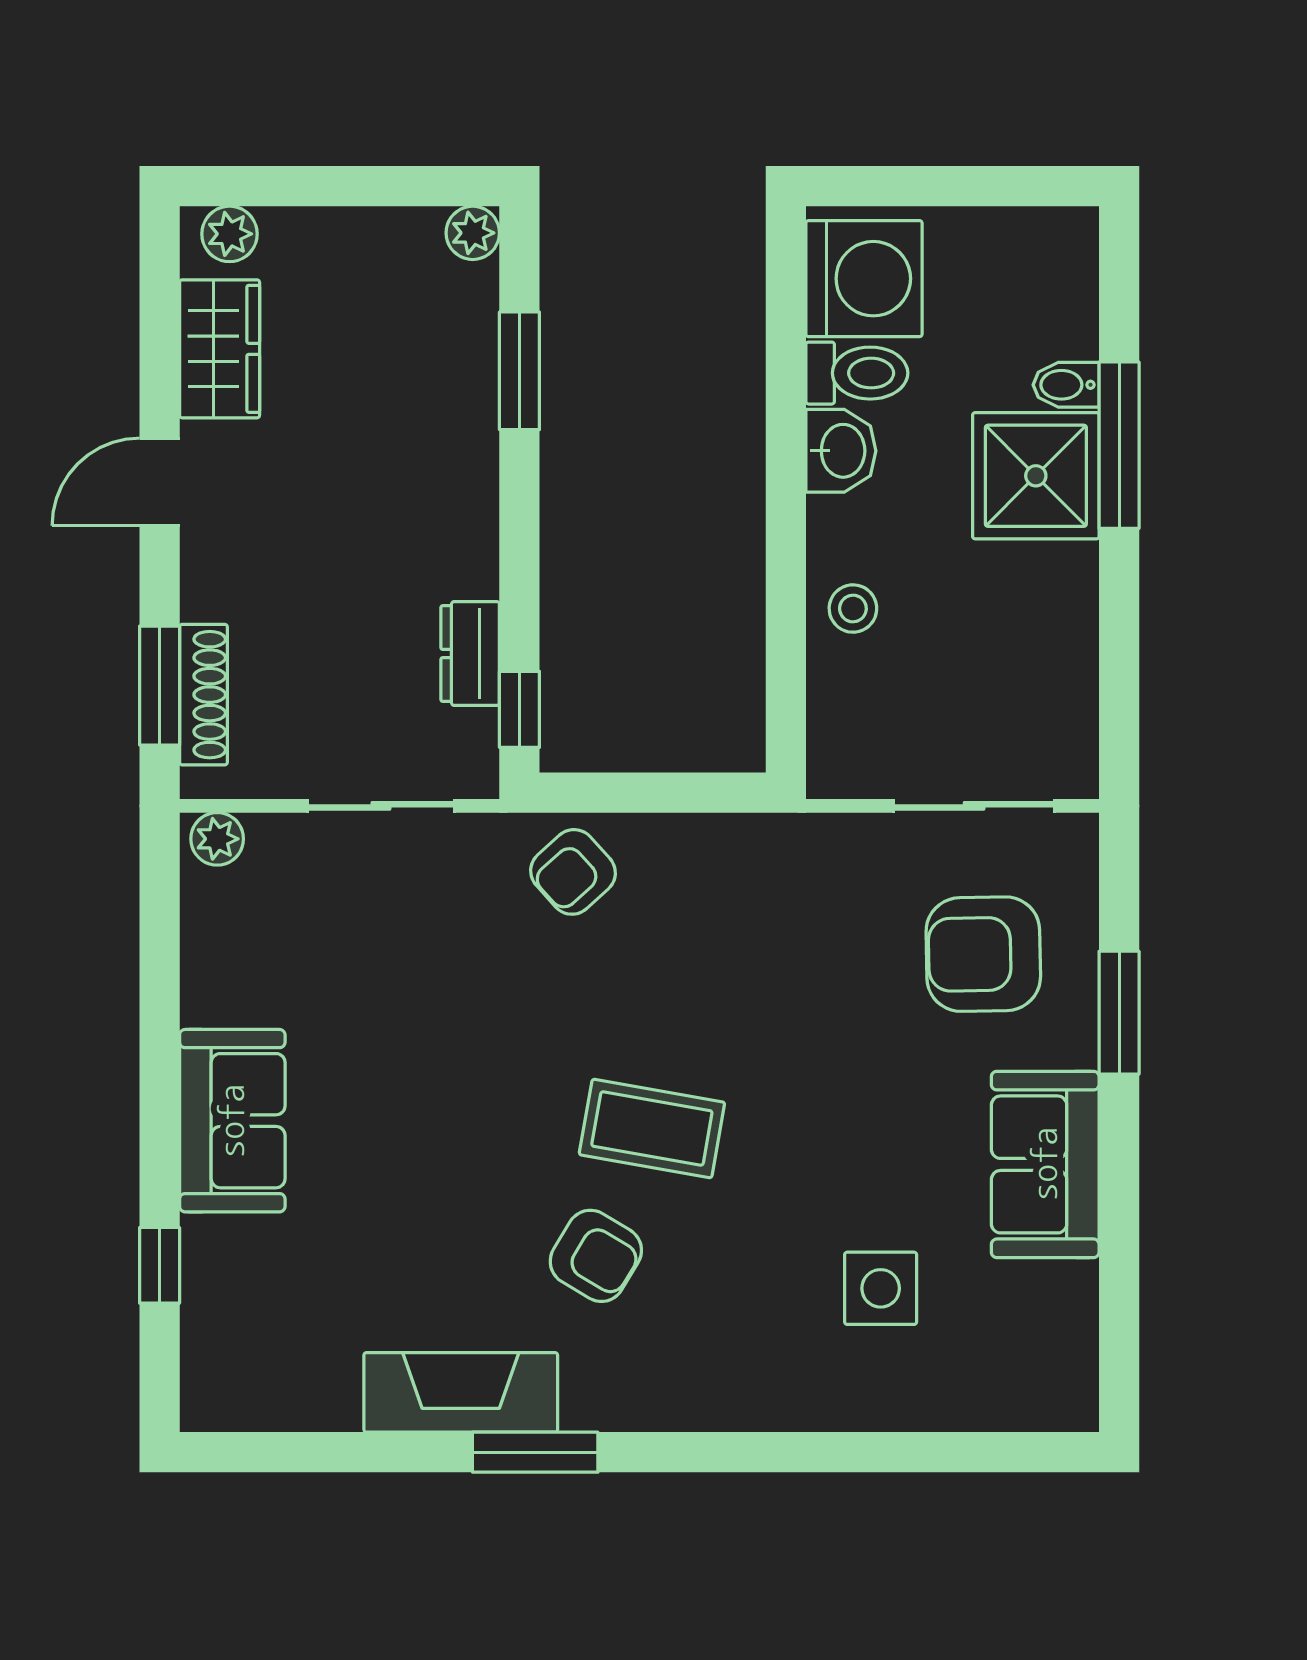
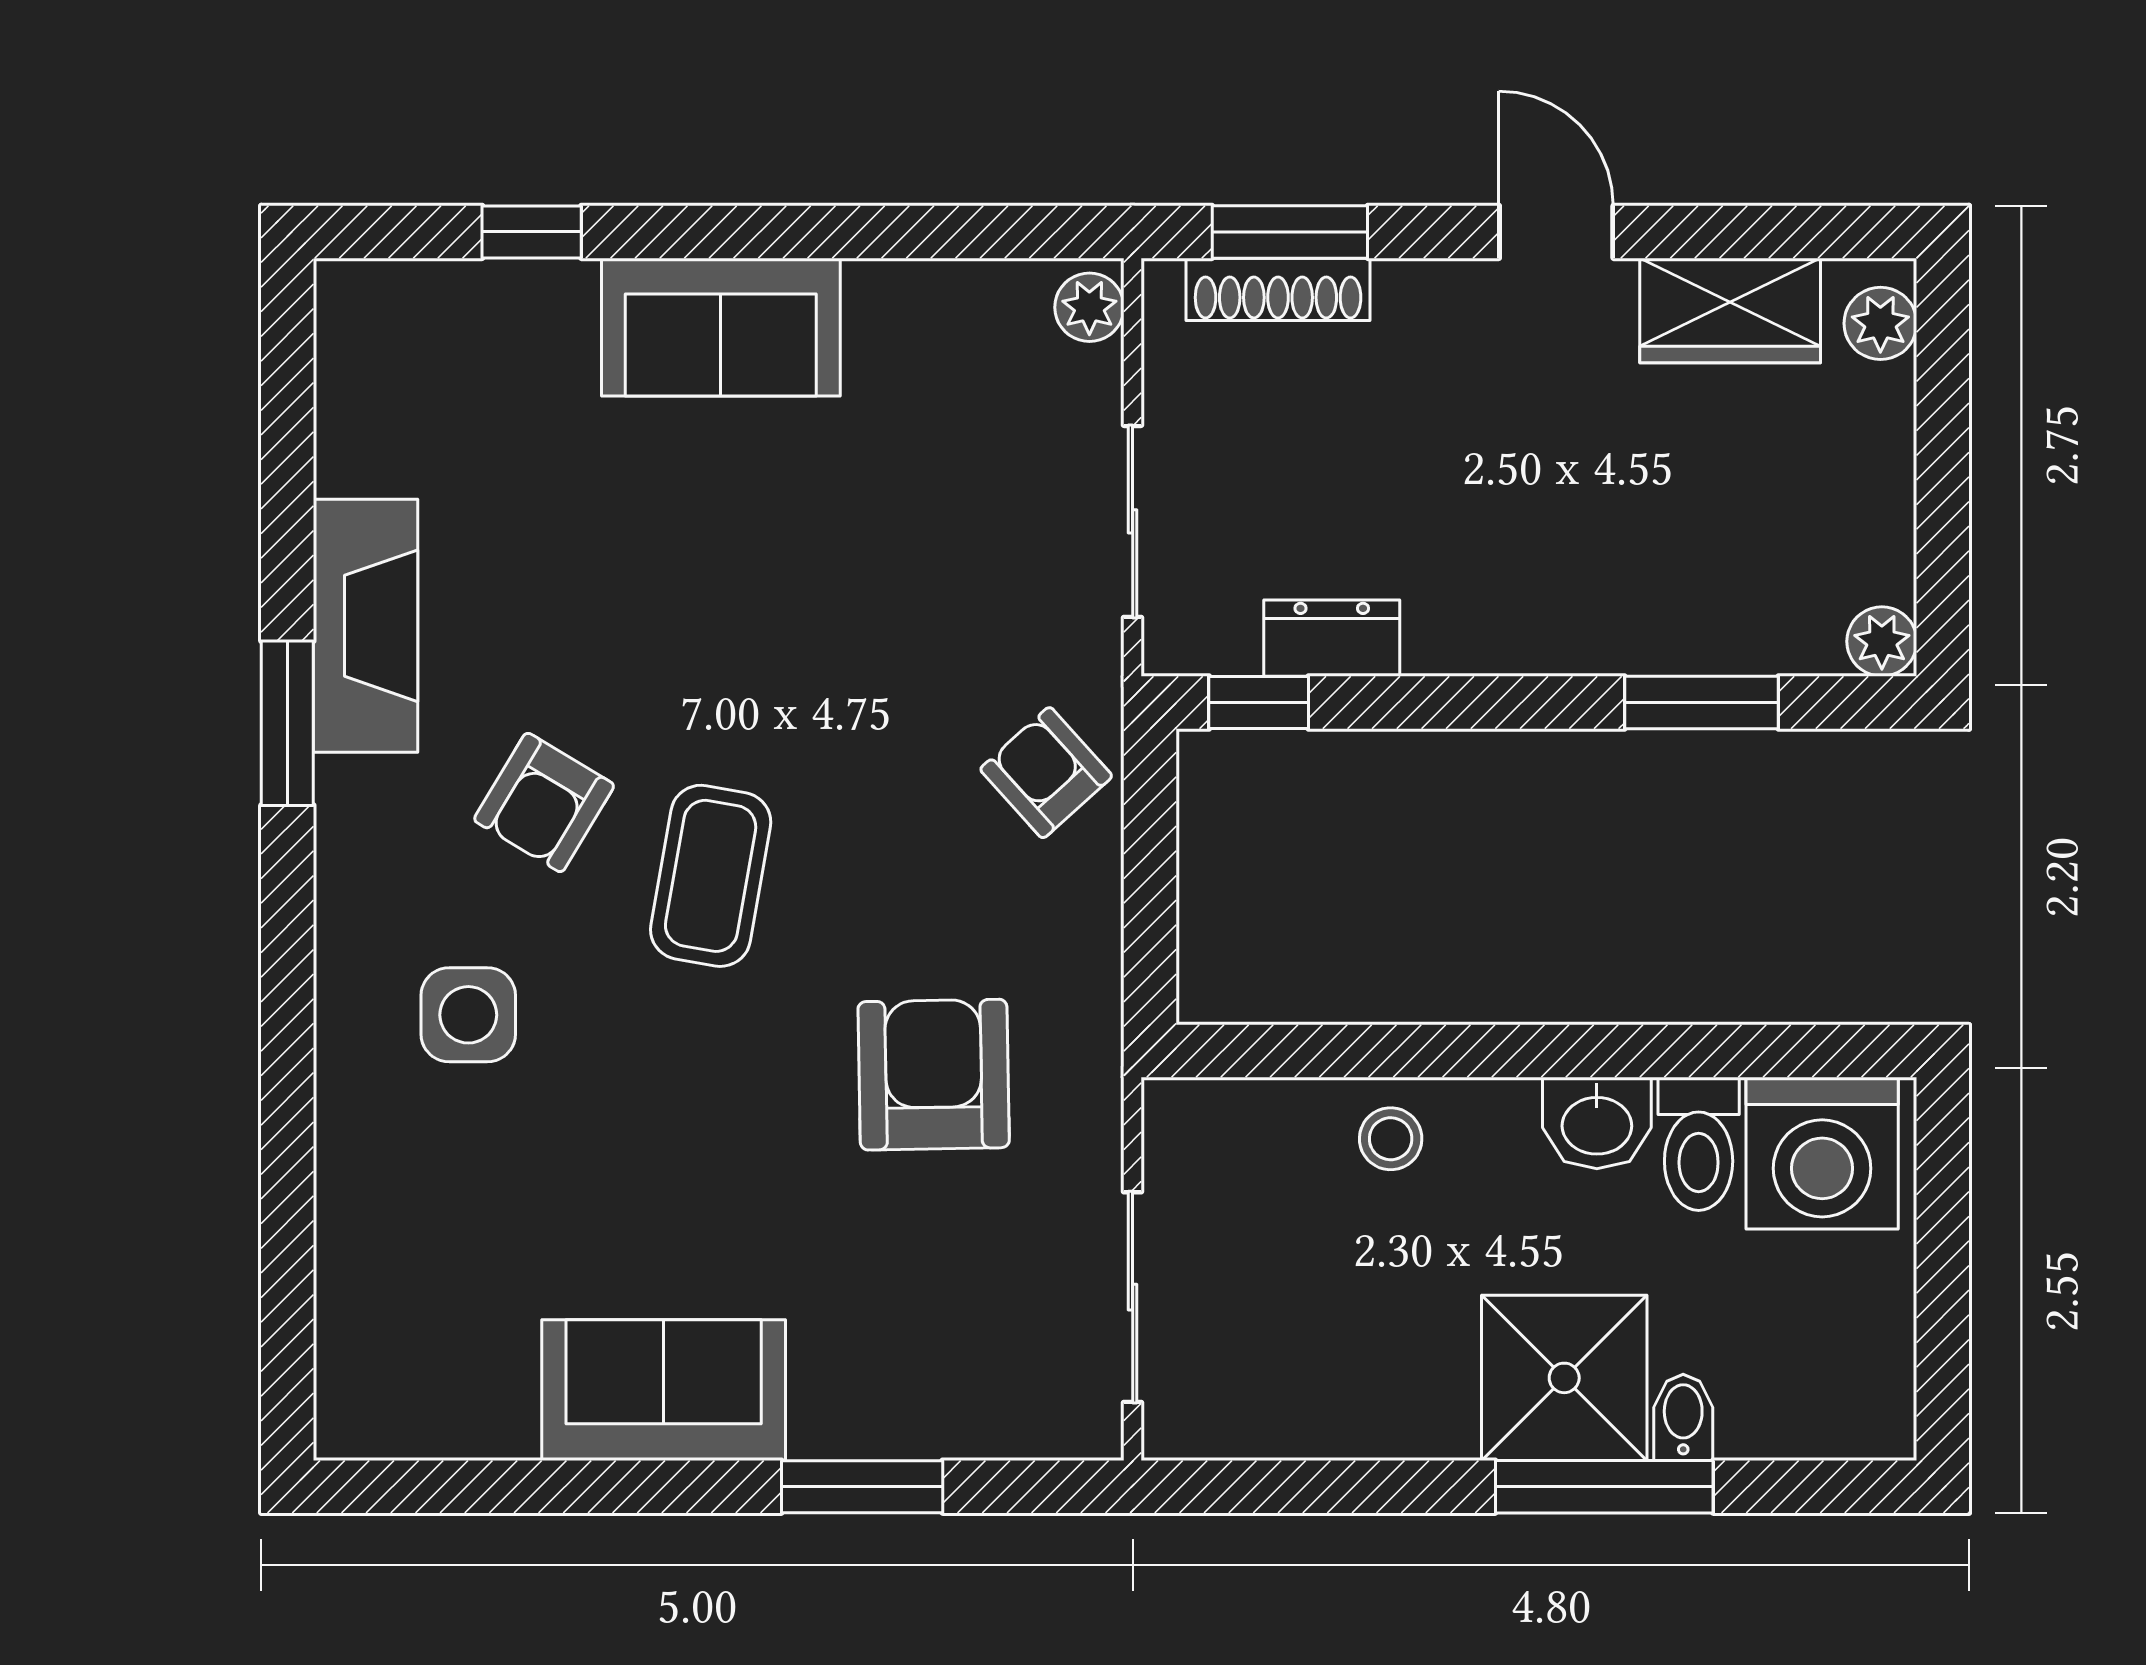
armchair: (983, 954) -> (934, 1075), moved
side table: (881, 1288) -> (468, 1015), moved

